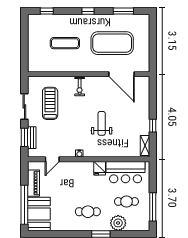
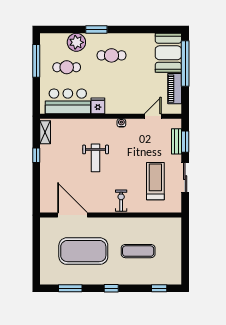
treadmill: (50, 103) -> (155, 181), turned 180

